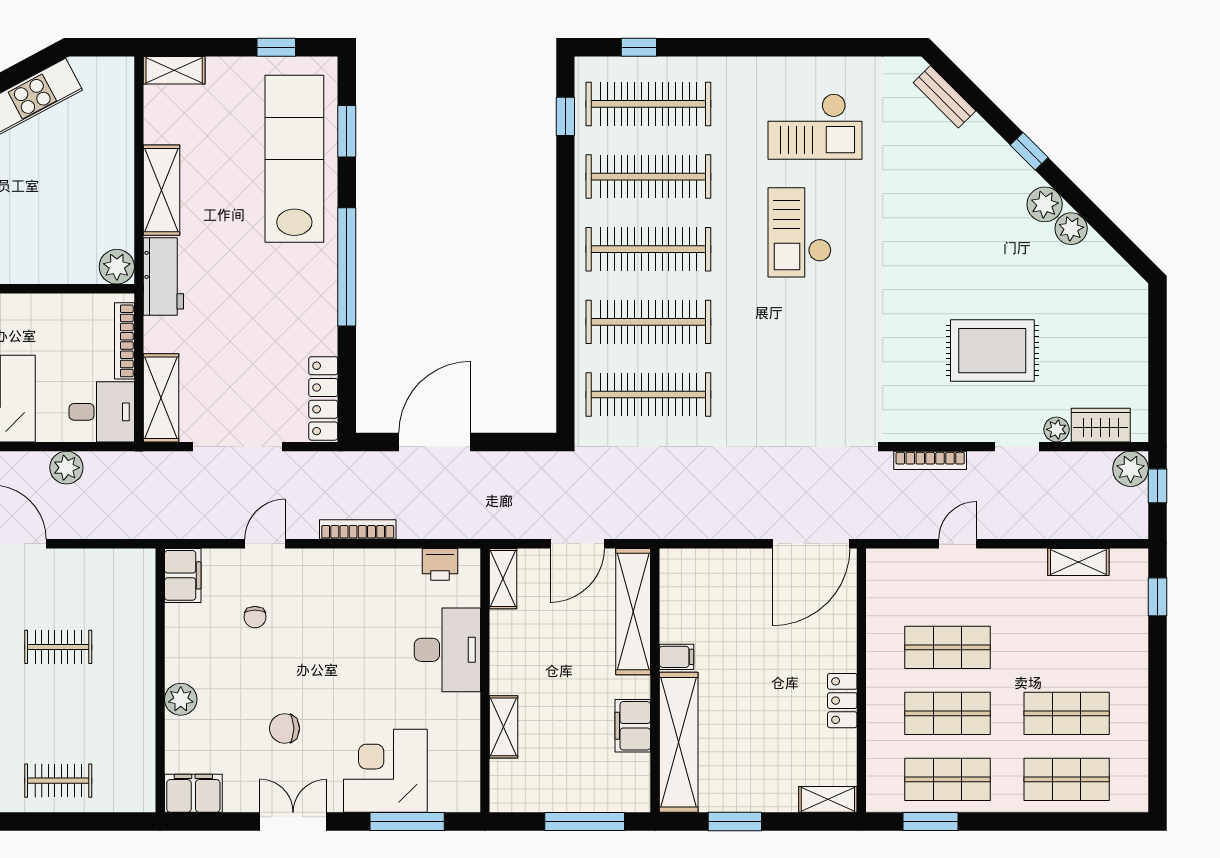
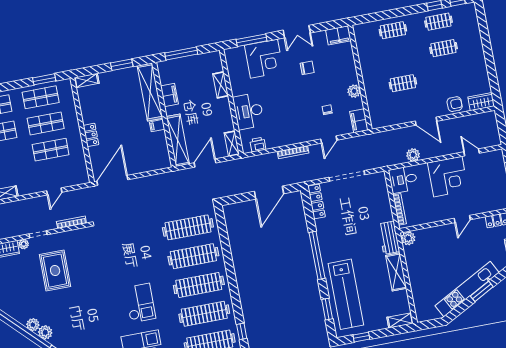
rug: (992, 351) -> (55, 271), turned 90
shelving: (161, 398) -> (381, 190), removed
plant: (181, 699) -> (354, 91), moved
locker: (842, 701) -> (91, 135), moved

